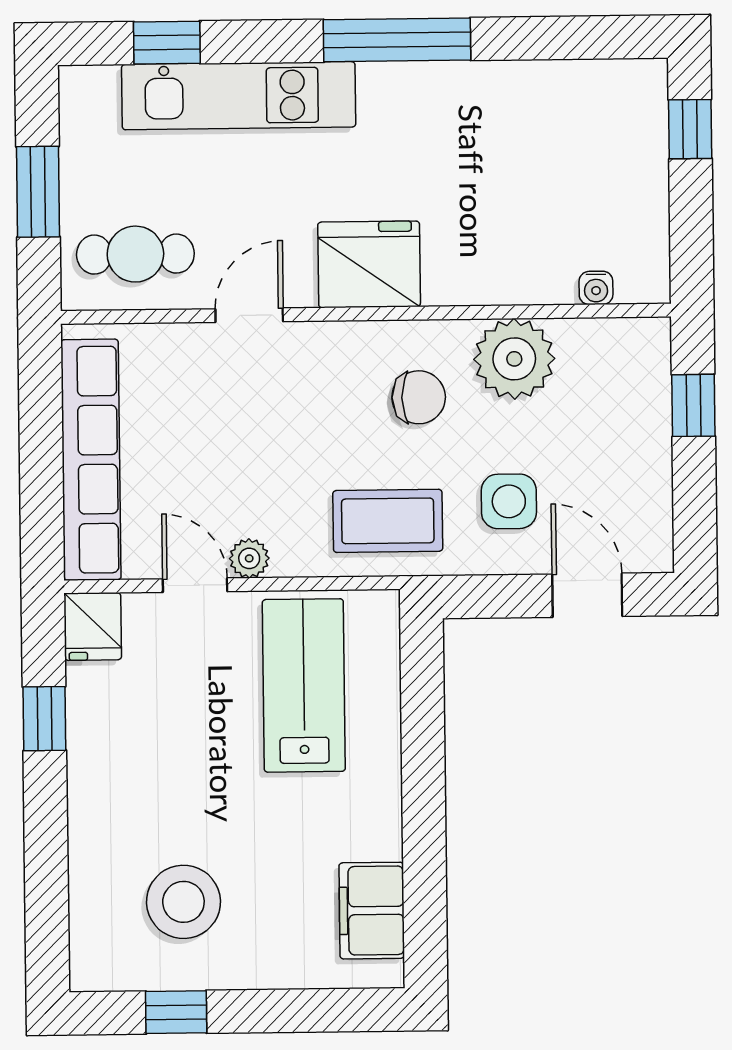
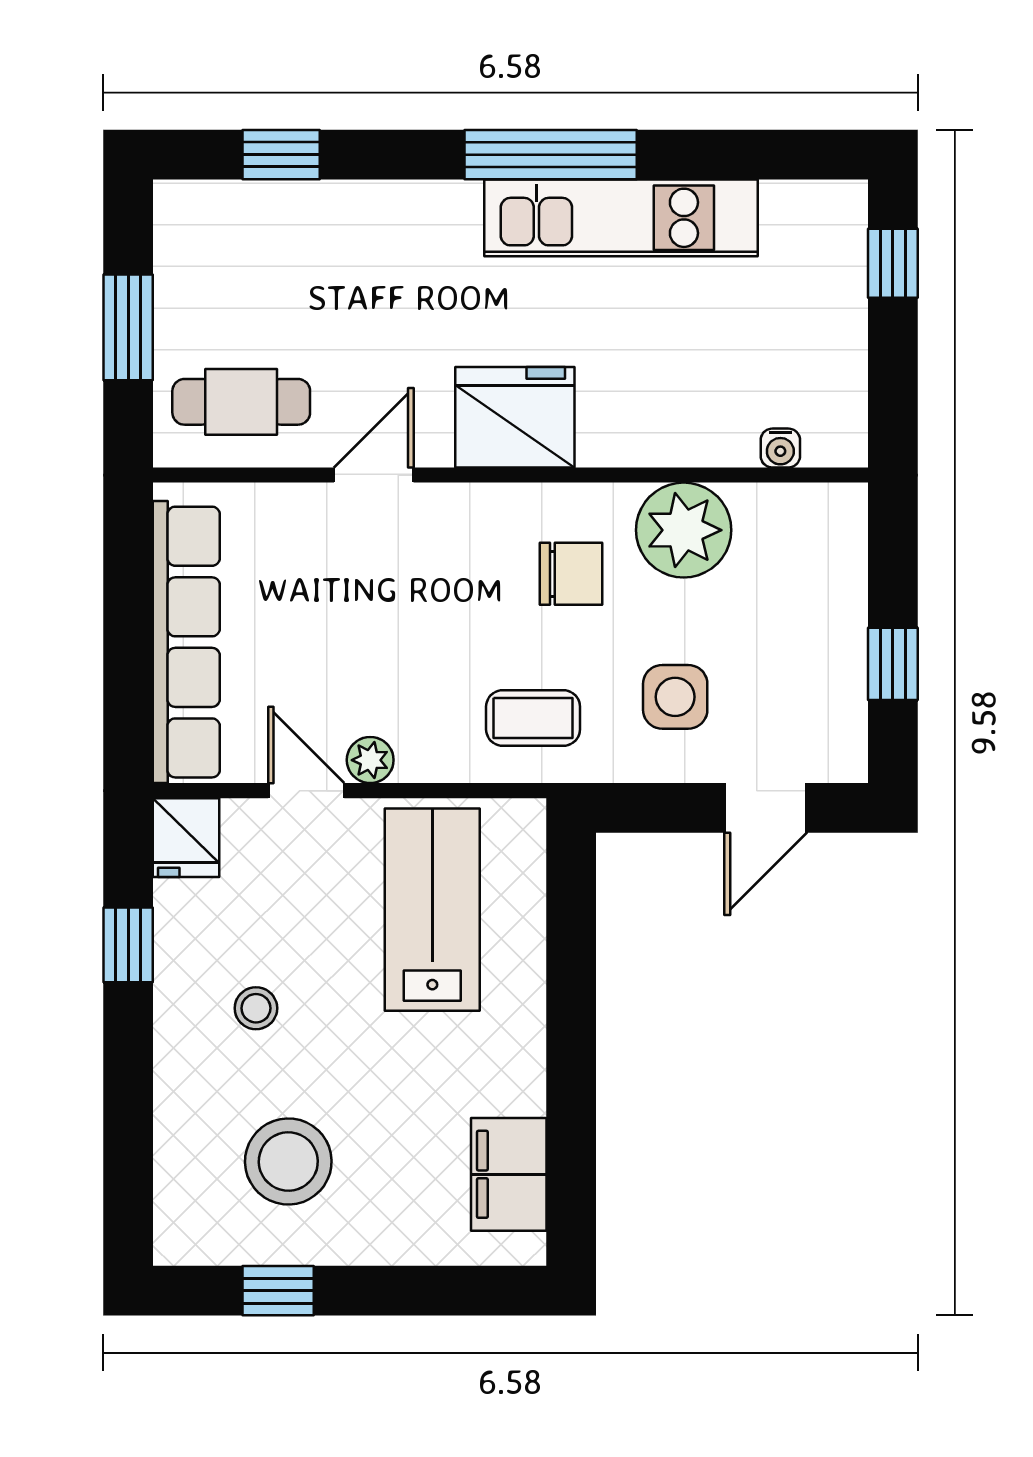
kitchen unit: (239, 96) -> (621, 218), moved
window: (693, 405) -> (893, 664), moved
coffee table: (388, 521) -> (533, 718), width x0.73, depth x0.77
door: (587, 595) -> (766, 808), swing flipped
stool: (154, 771) -> (256, 1008), added

